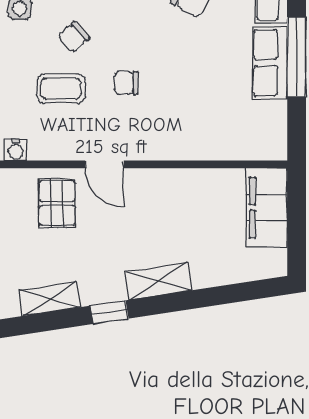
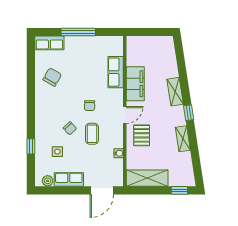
row of seats: (270, 62) -> (116, 72), moved, turned 90
pallet: (57, 203) -> (142, 135), turned 90
filing cabinet: (267, 208) -> (135, 84), moved, turned -90

